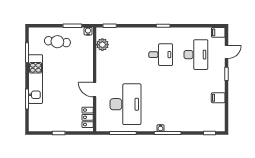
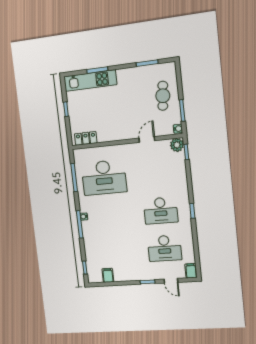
plant: (102, 45) -> (177, 145), moved
desk: (161, 55) -> (161, 211), width x1.37
kitchen unit: (36, 79) -> (90, 81), moved
door: (95, 90) -> (147, 139), moved
filing cabinet: (218, 98) -> (108, 275), moved

